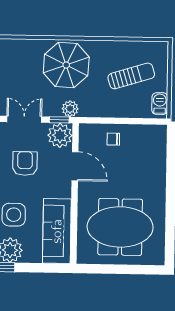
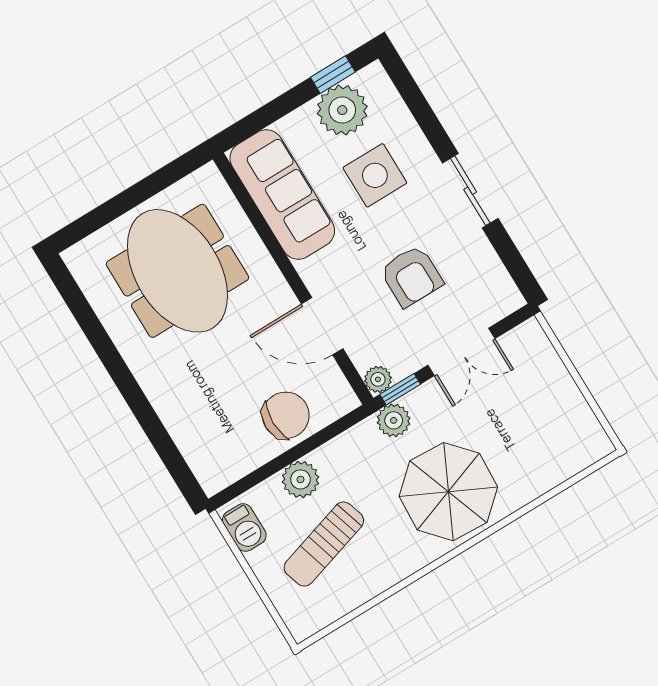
plant: (124, 109) -> (300, 479), added
plant: (60, 135) -> (378, 379), width x0.53, depth x0.53
chair: (113, 139) -> (286, 415), width x1.87, depth x1.87
meeting table: (120, 227) -> (177, 271), turned 90

